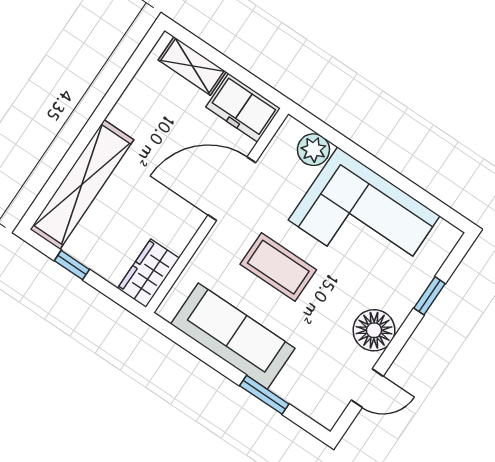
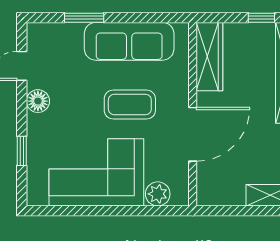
freezer: (243, 108) -> (220, 190), removed
wardrobe: (148, 273) -> (209, 57), width x1.50
floor lamp: (374, 330) -> (38, 101), width x0.73, depth x0.73

